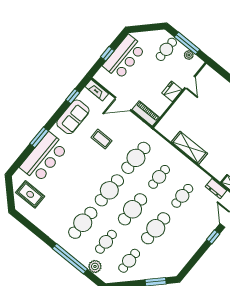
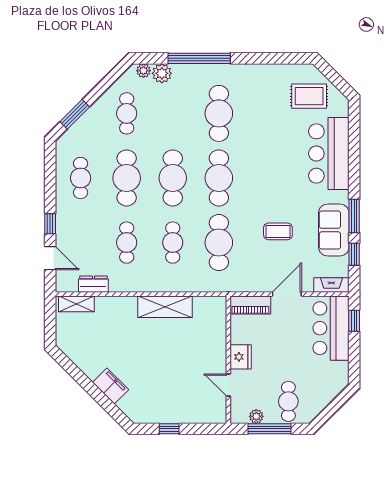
window: (107, 54) -> (354, 321), moved
bar counter: (124, 57) -> (331, 328), moved
window: (39, 137) -> (354, 216), moved
cafe table: (106, 242) -> (81, 178), moved
plant: (103, 275) -> (143, 71), added

